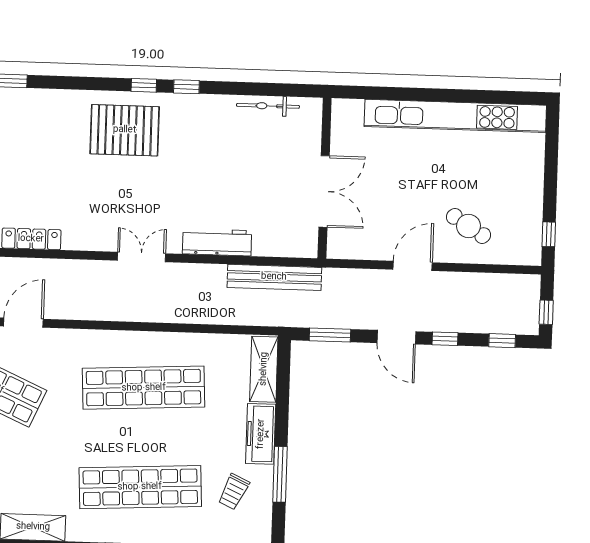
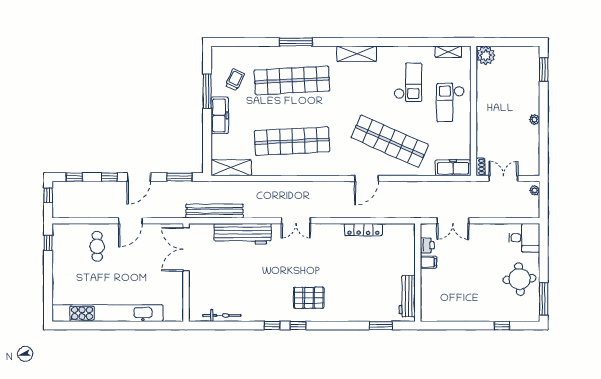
pallet: (125, 130) -> (309, 298), width x0.73, depth x0.71
double door: (324, 191) -> (186, 249), moved
cafe table: (468, 226) -> (97, 246), turned 58
workbench: (217, 242) -> (243, 234), width x1.36, depth x1.32
door: (396, 337) -> (139, 177), swing flipped
shelving: (264, 369) -> (231, 168), moved, turned 90

